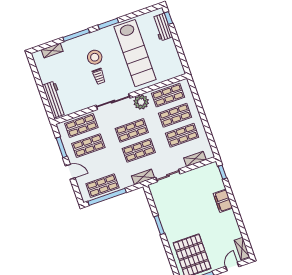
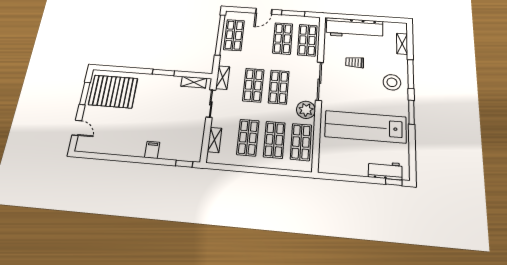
stool: (95, 57) -> (392, 82), moved
trolley: (99, 76) -> (355, 62), moved
workbench: (54, 100) -> (354, 28), width x1.36, depth x1.32
filing cabinet: (223, 201) -> (152, 150), width x0.50
shelving: (242, 249) -> (194, 82), moved

